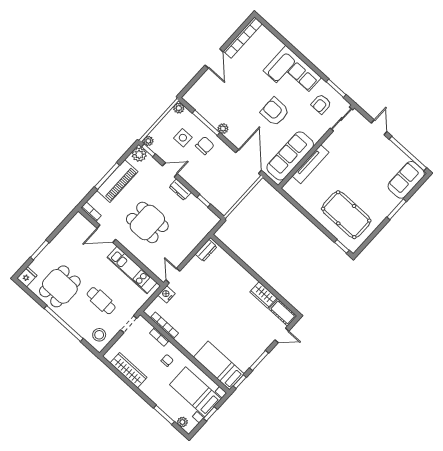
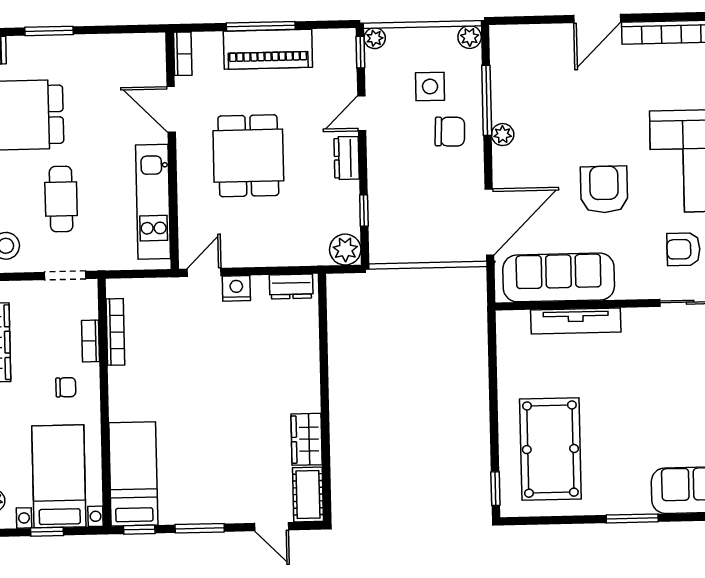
plant: (139, 154) -> (345, 250), moved
door: (170, 170) -> (362, 113), swing flipped
nightstand: (167, 294) -> (236, 288), moved

